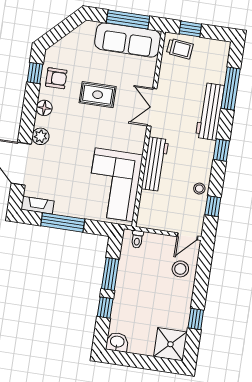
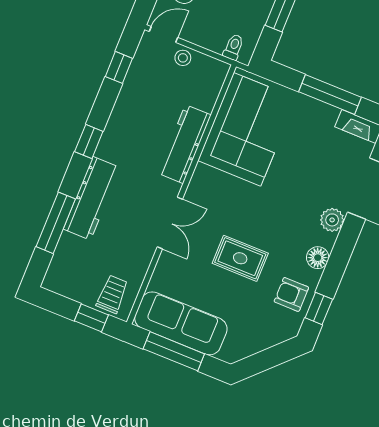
trolley: (180, 49) -> (112, 294), turned 84
stool: (199, 189) -> (183, 58), moved

